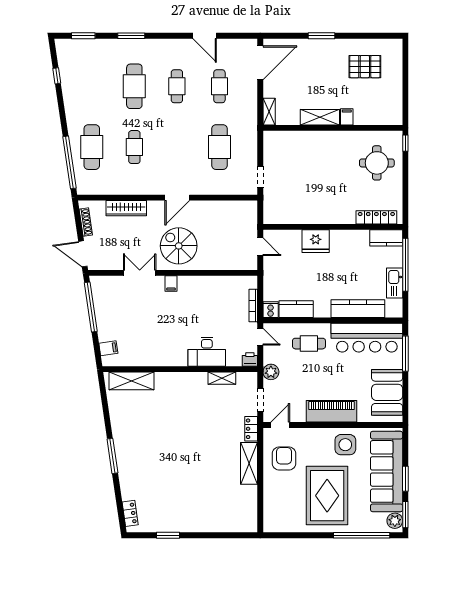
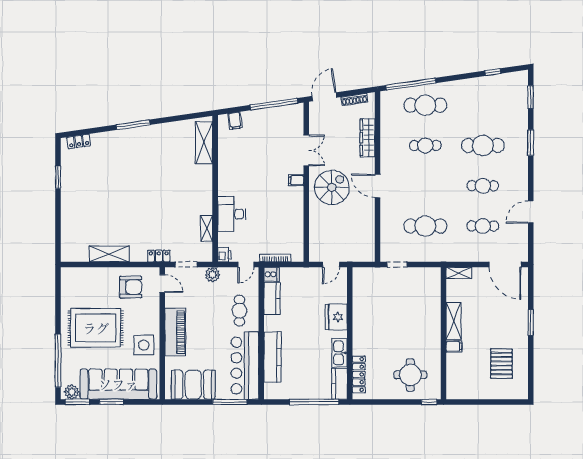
kitchen sink: (395, 283) -> (340, 353), moved, turned -90
shelving: (249, 463) -> (109, 254), moved

